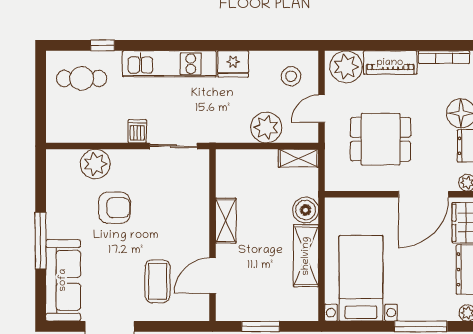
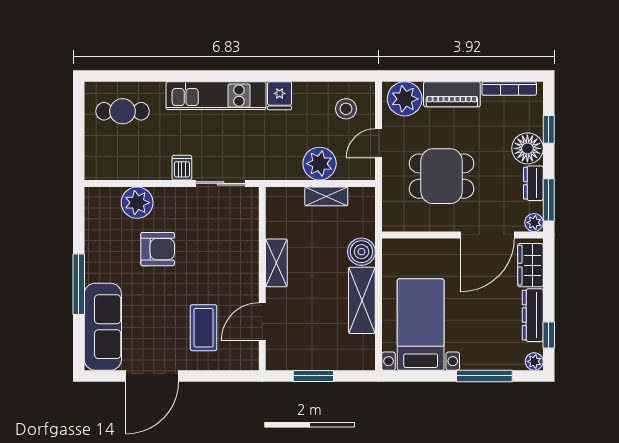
window: (103, 45) -> (145, 76), removed
fridge: (233, 64) -> (280, 96), width x0.72
shelving: (298, 158) -> (326, 196), moved

